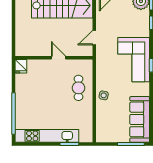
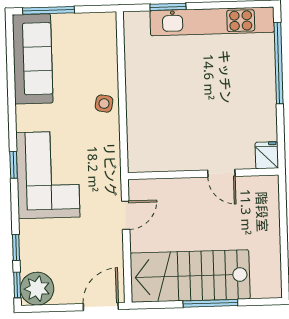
door: (59, 58) -> (221, 173), moved
cafe table: (78, 88) -> (153, 117), removed

